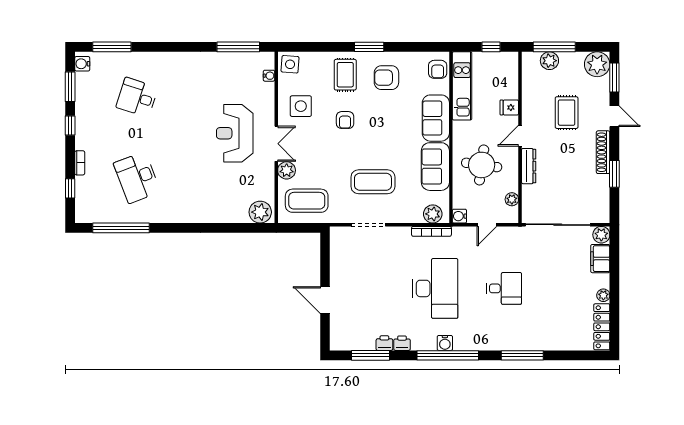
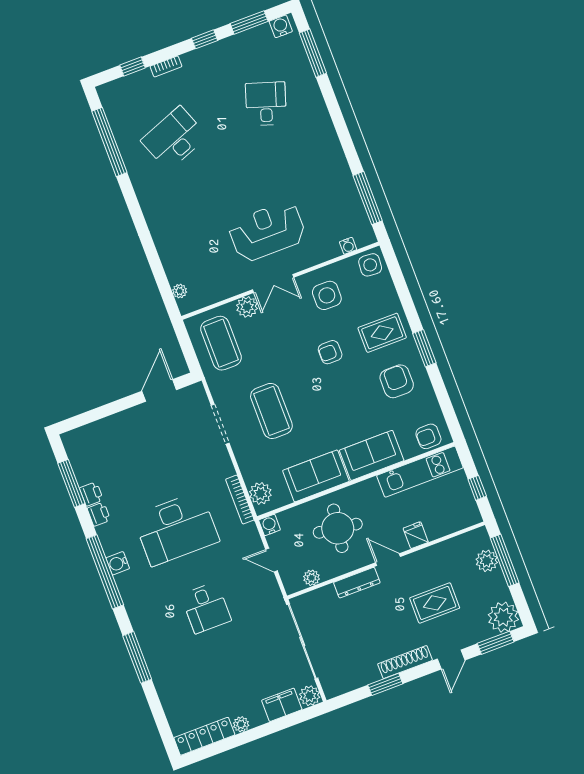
plant: (260, 212) -> (180, 291), width x0.53, depth x0.53
door: (325, 300) -> (159, 390), moved

